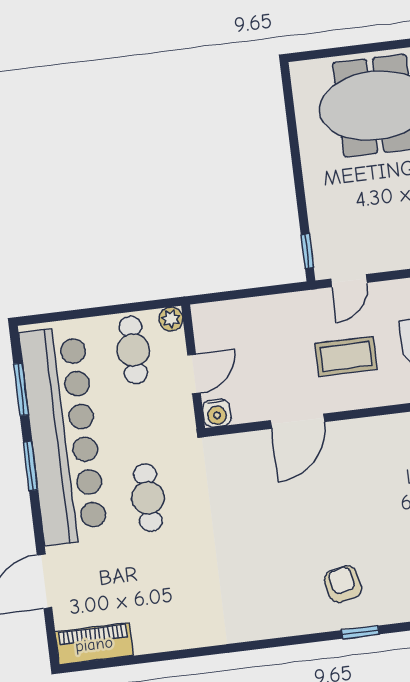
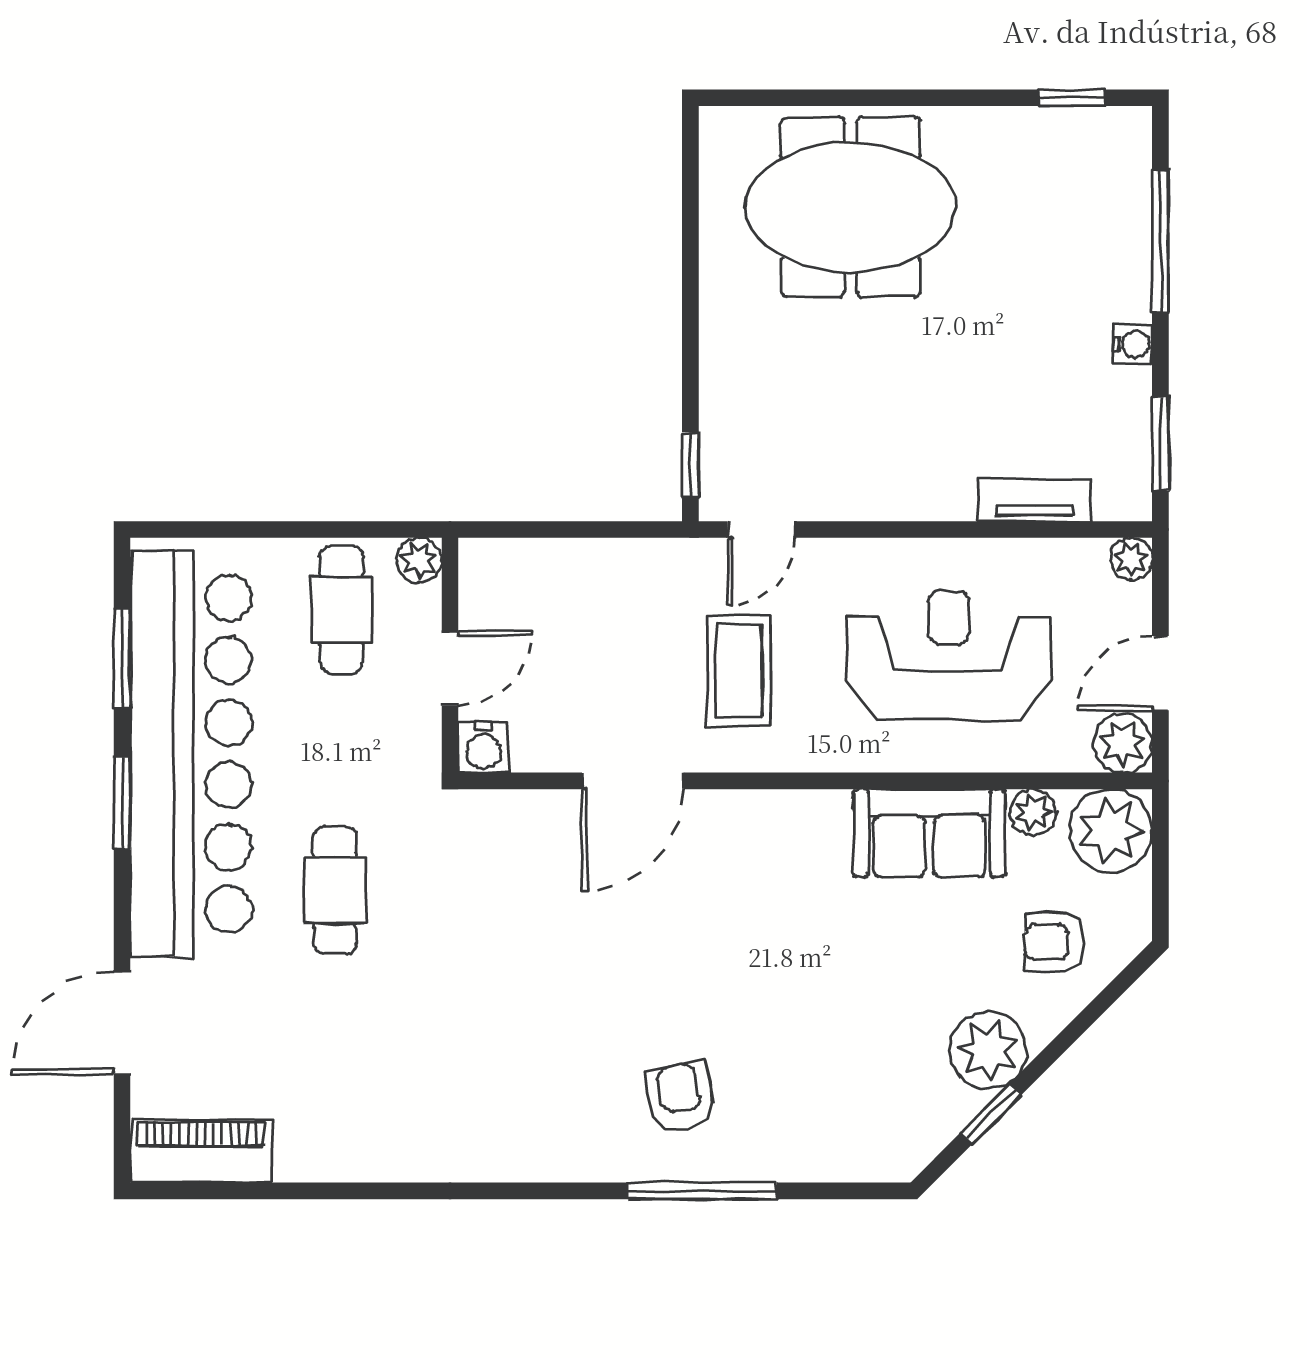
coffee table: (346, 356) -> (739, 671), turned 90
window: (360, 632) -> (702, 1191), width x2.17

